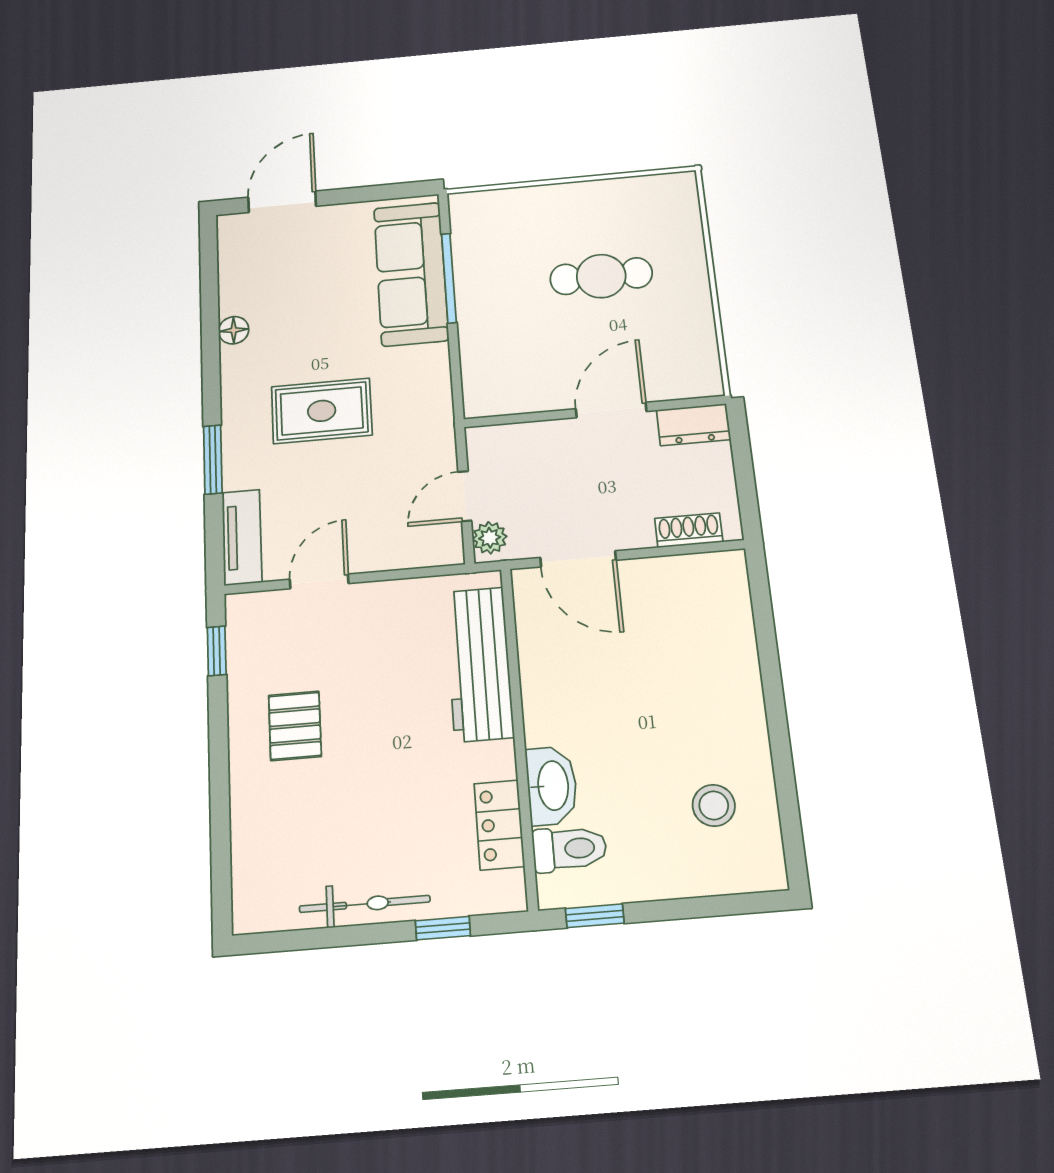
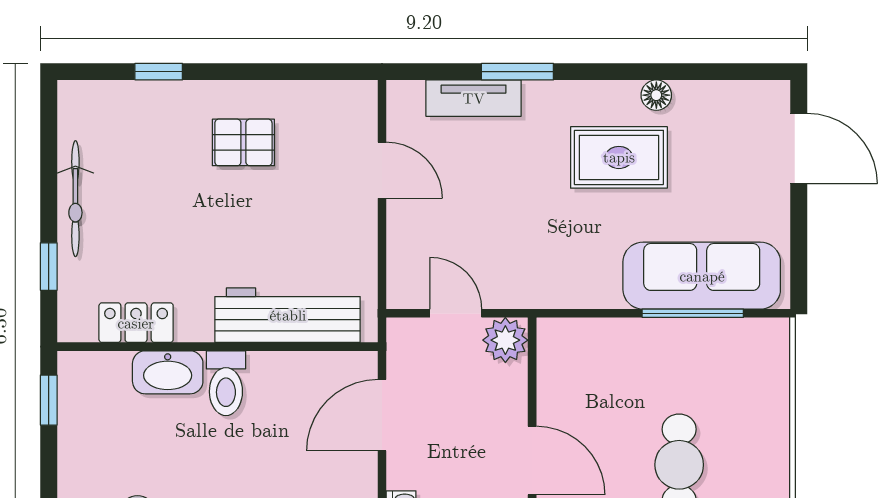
rug: (322, 411) -> (619, 157), moved, turned 90
tv unit: (242, 537) -> (474, 98), moved
plant: (490, 538) -> (505, 340), moved, width x1.38, depth x1.38
window: (217, 651) -> (159, 72), moved
toilet: (569, 849) -> (226, 383), moved

